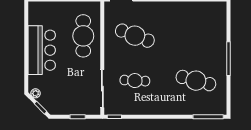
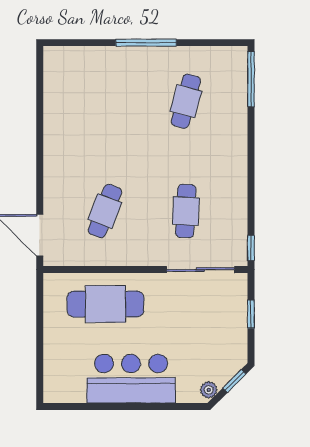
cafe table: (135, 36) -> (105, 211), width x0.73, depth x0.74
cafe table: (196, 81) -> (186, 101), width x0.73, depth x0.74

